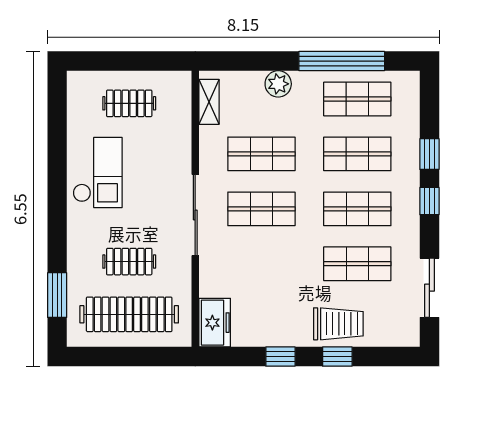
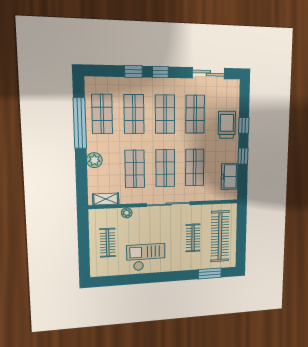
plant: (182, 138) -> (127, 213), added
shop shelf: (261, 264) -> (195, 167), added
freezer: (215, 323) -> (230, 176), moved, turned -90

